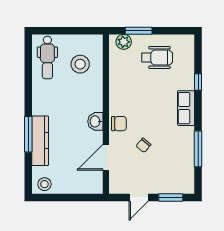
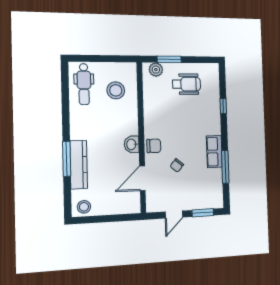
row of seats: (186, 108) -> (214, 152), moved

